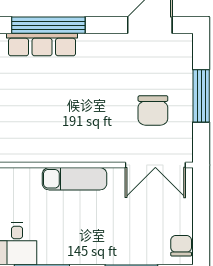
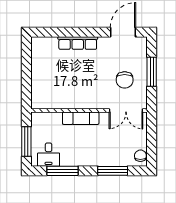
window: (48, 25) -> (66, 32), removed
row of seats: (42, 45) -> (78, 43), moved

